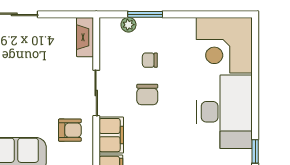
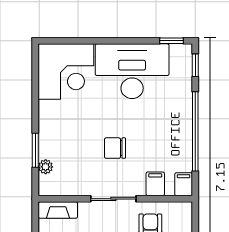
chair: (150, 60) -> (81, 146), removed
chair: (147, 95) -> (115, 148), turned 180
filing cabinet: (111, 135) -> (155, 184), width x0.50

